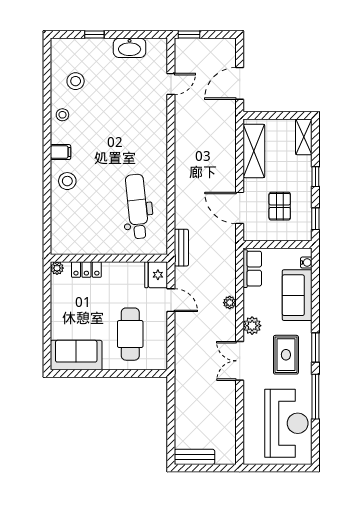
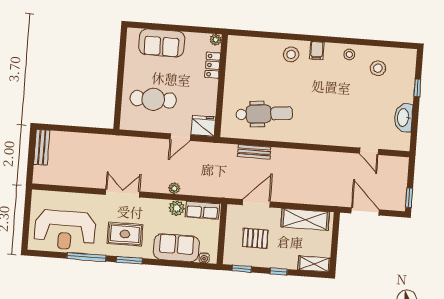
window: (189, 35) -> (409, 198), moved
bench: (181, 248) -> (254, 152), moved
plant: (252, 326) -> (177, 208), moved
sofa: (76, 355) -> (162, 43), moved, turned 90

